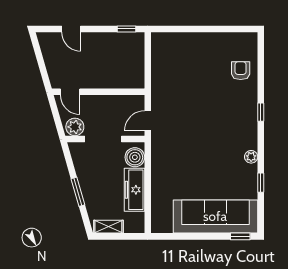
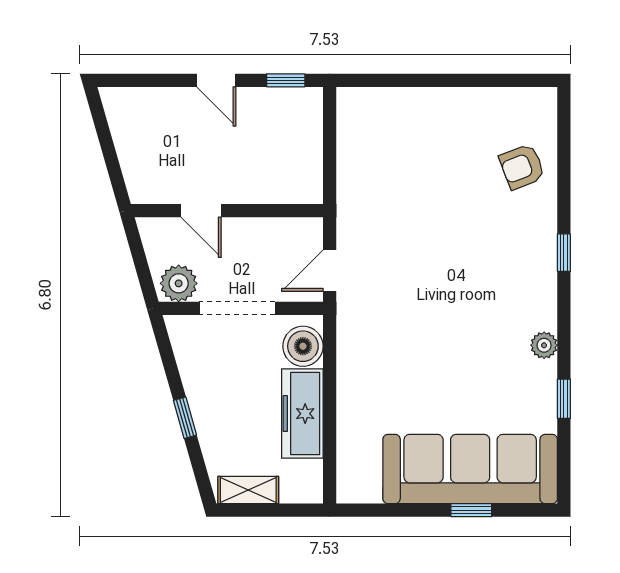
door: (71, 29) -> (216, 80), moved
armchair: (241, 71) -> (522, 167), turned -111
door: (70, 92) -> (201, 211), moved
window: (78, 192) -> (185, 418), width x0.67
window: (240, 236) -> (471, 510), moved

